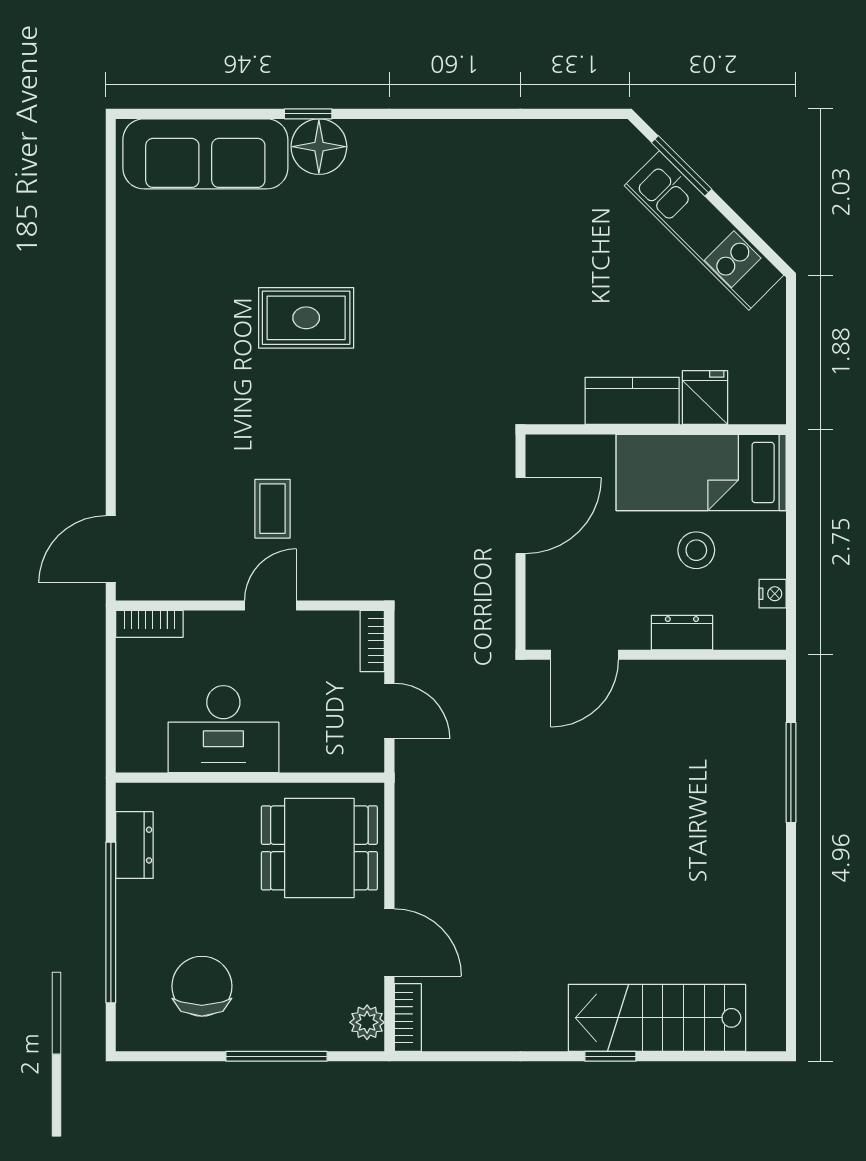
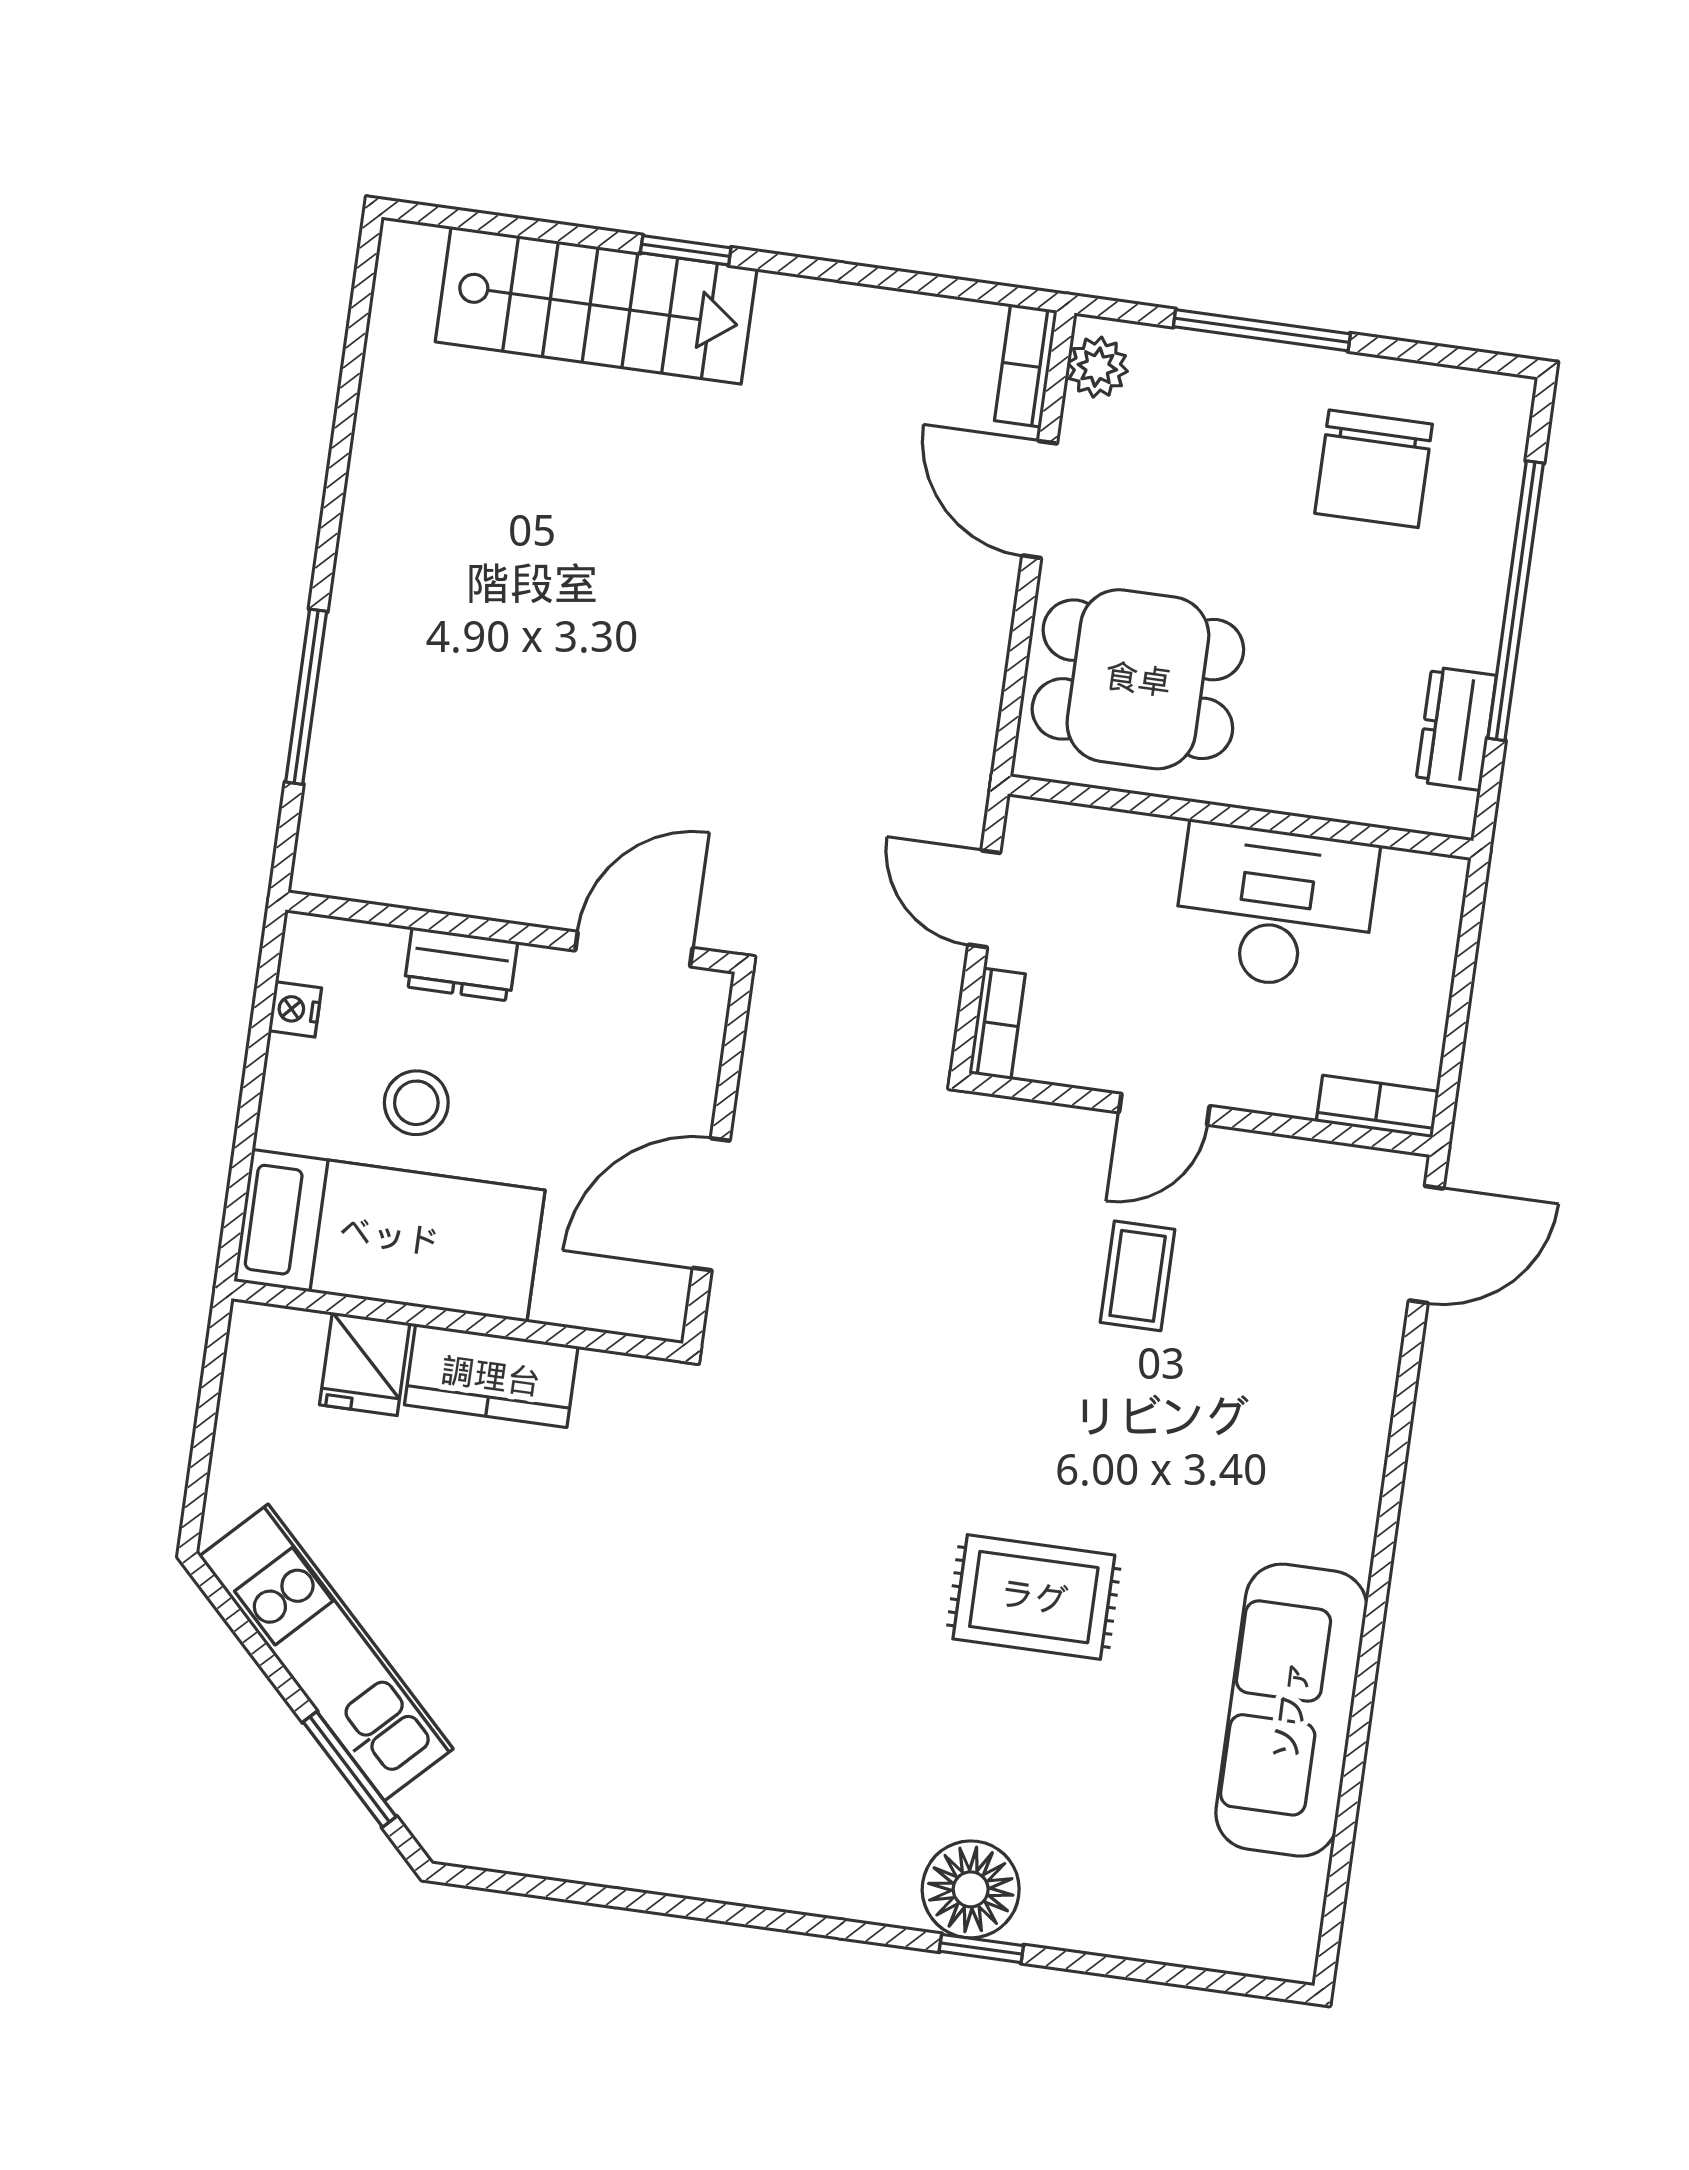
sofa: (205, 154) -> (1291, 1710), moved, turned -90

